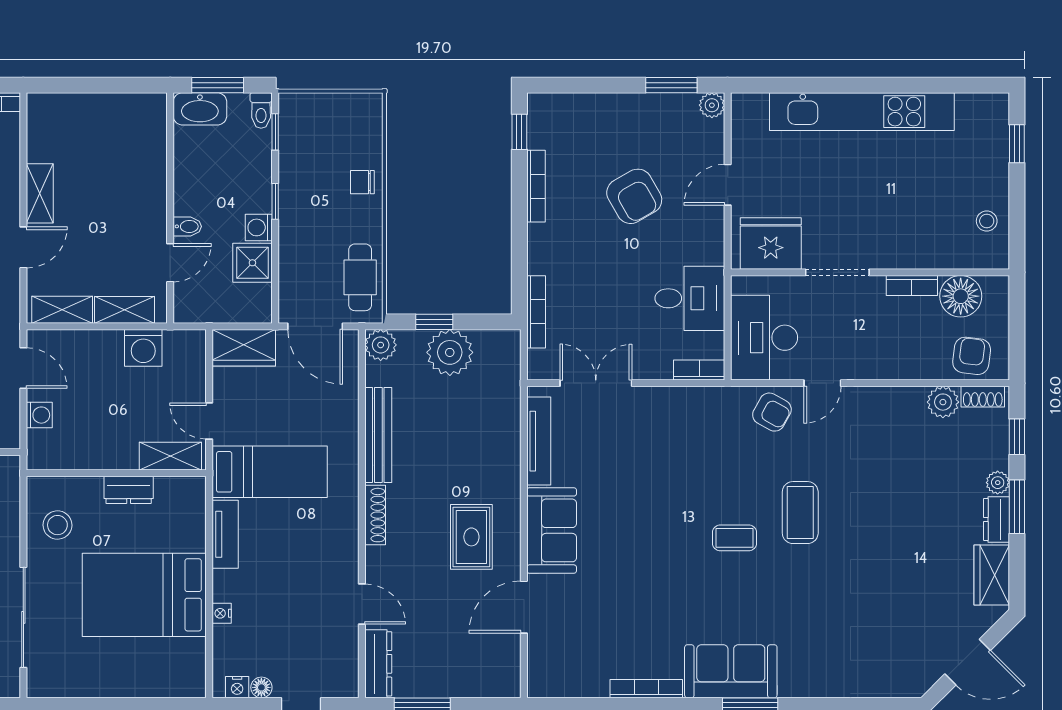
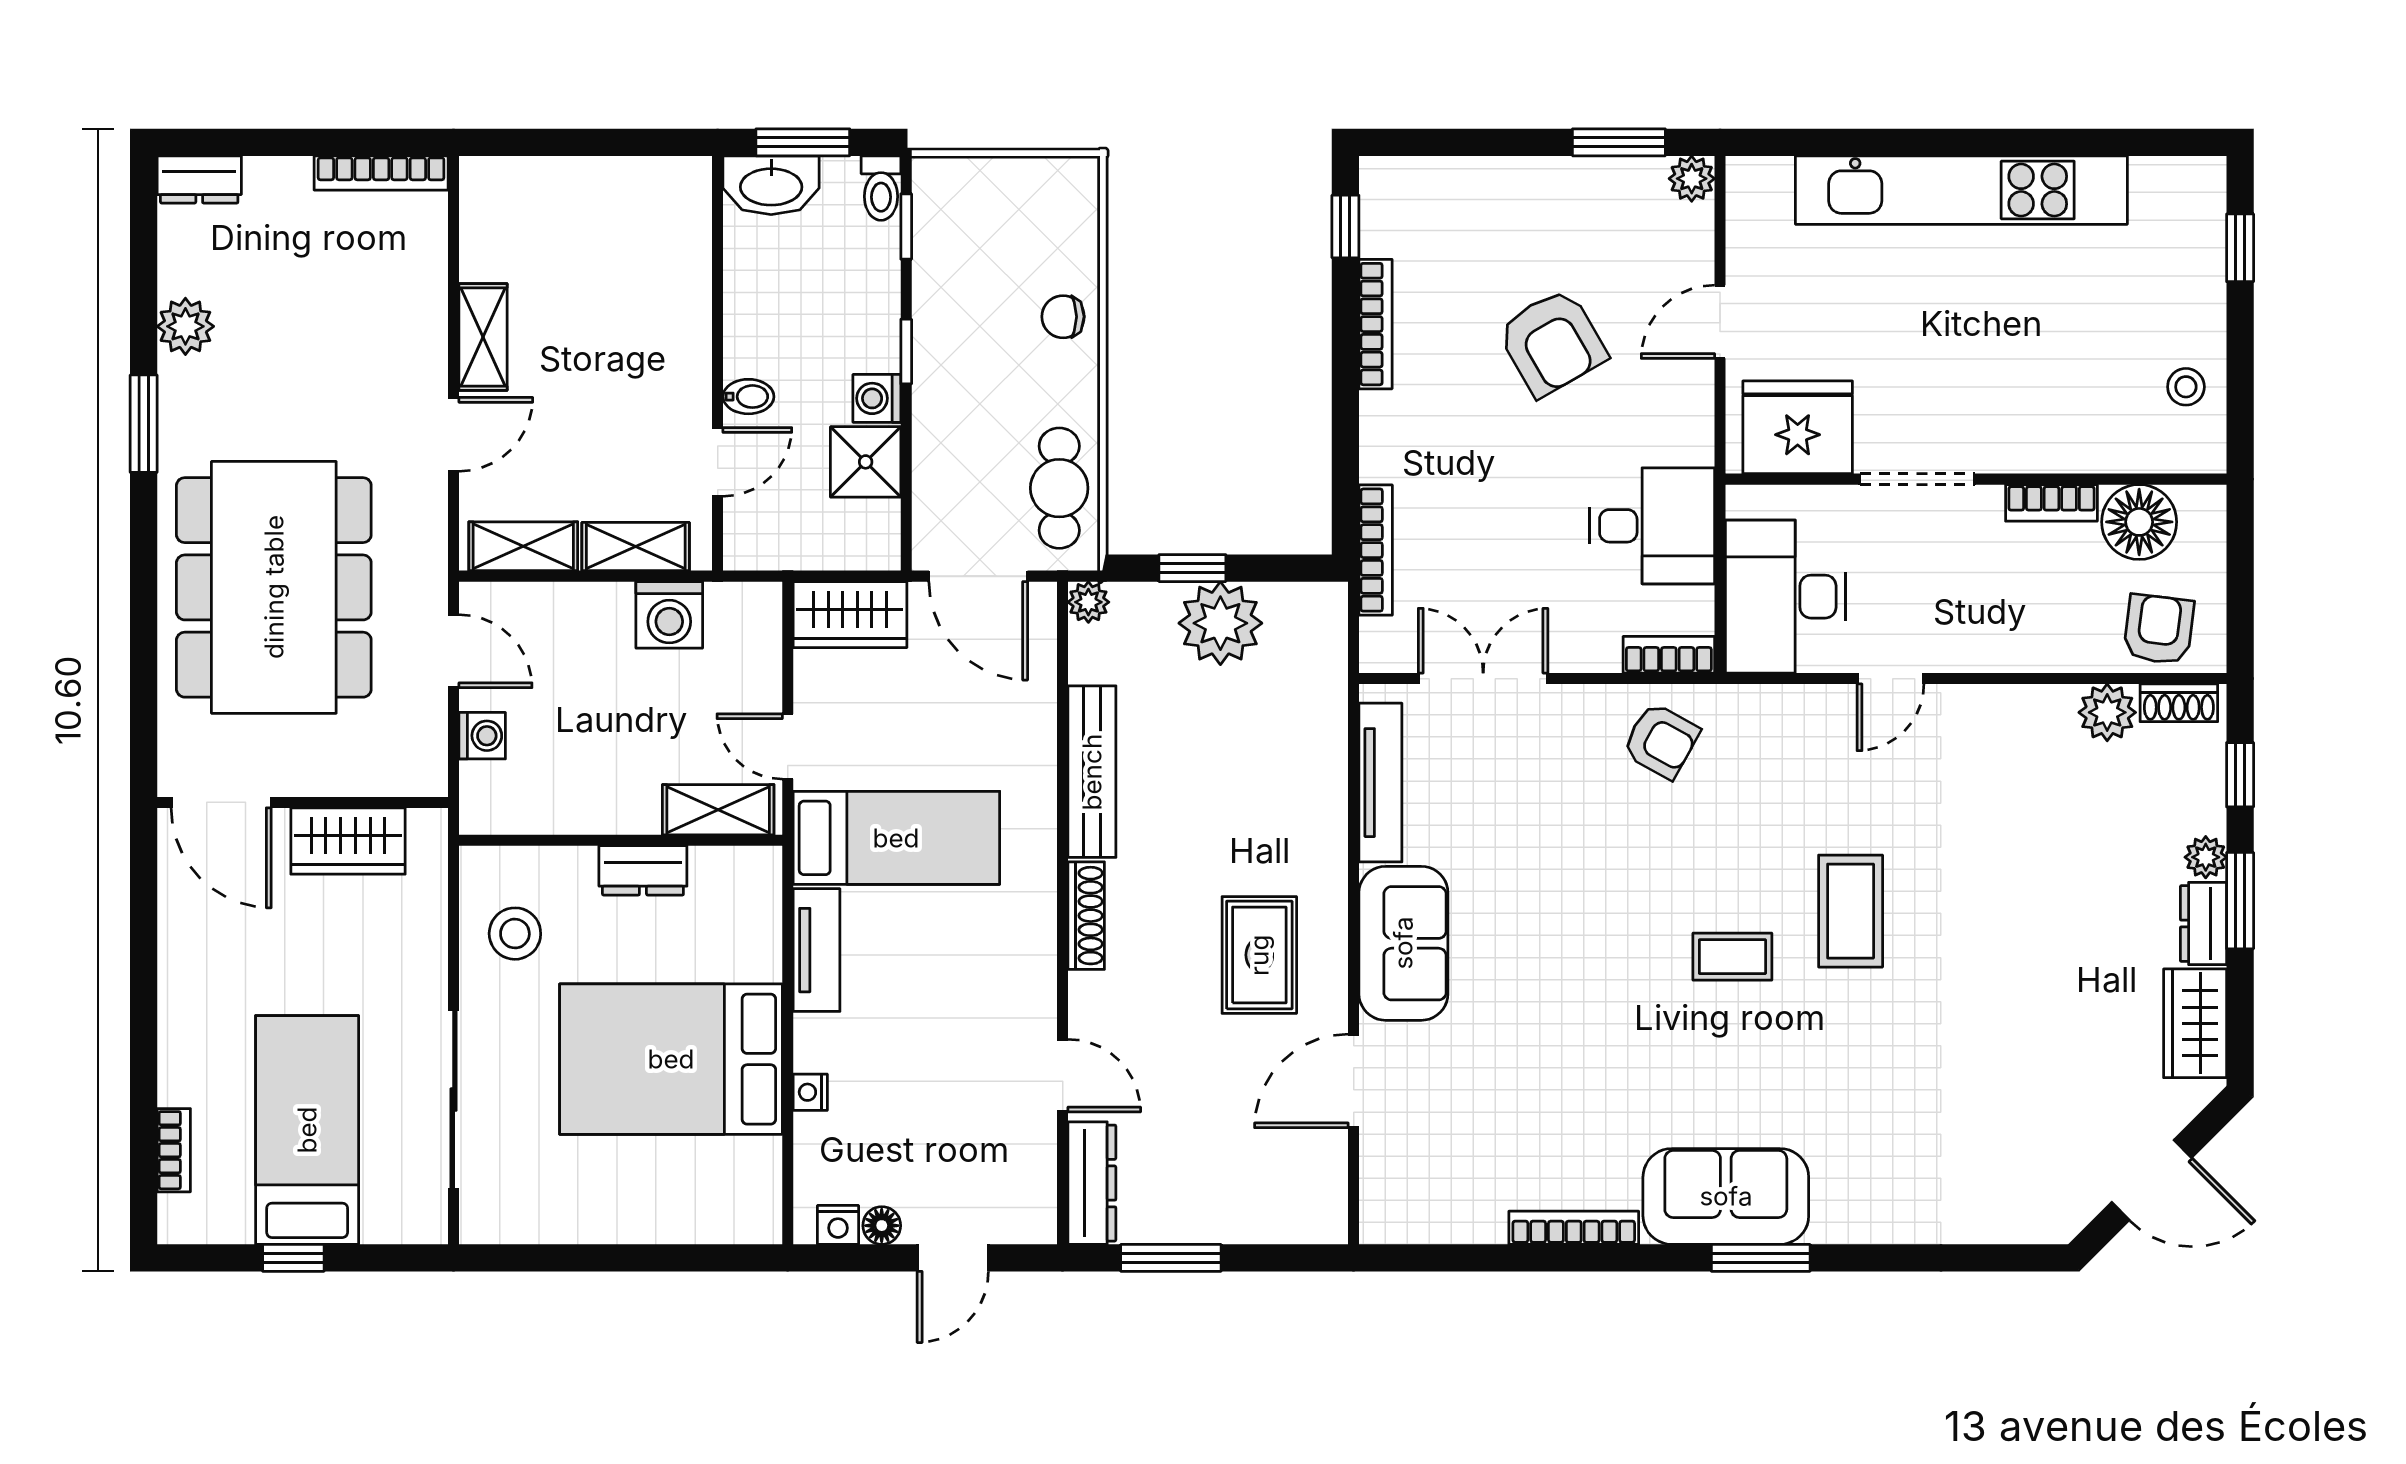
plant: (381, 345) -> (1088, 602), width x0.73, depth x0.73
armchair: (772, 412) -> (1661, 741), moved

